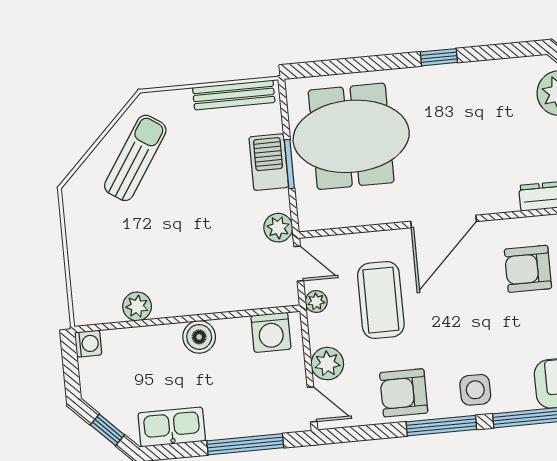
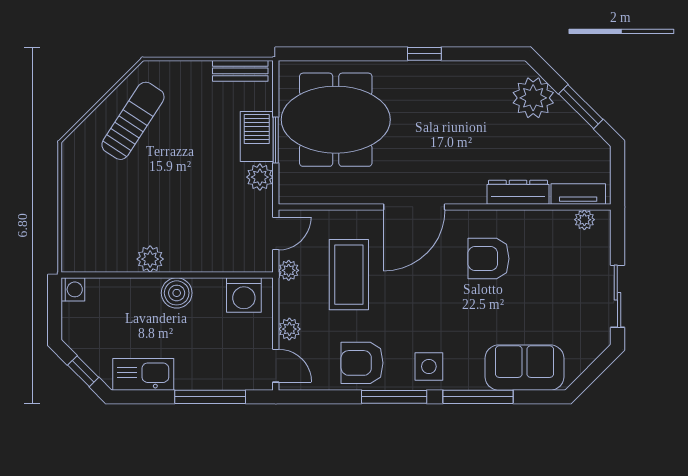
bench: (234, 95) -> (240, 71), width x0.73
plant: (278, 228) -> (260, 177), moved
door: (299, 264) -> (276, 234), hinge flipped
plant: (137, 306) -> (150, 259), moved
plant: (327, 364) -> (289, 329), width x0.73, depth x0.73

